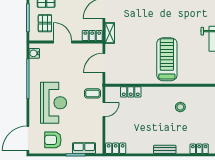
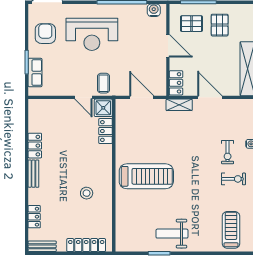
door: (63, 42) -> (168, 46), hinge flipped
shower: (112, 94) -> (103, 108), added
locker: (116, 148) -> (35, 146), moved

